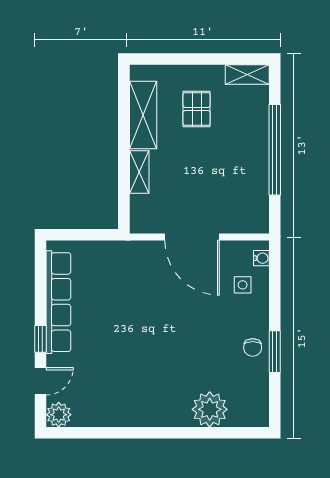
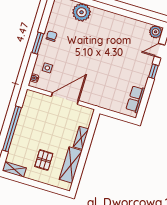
door: (192, 237) -> (65, 99), hinge flipped
row of seats: (58, 302) -> (135, 99), width x0.50
window: (275, 352) -> (38, 43), moved

